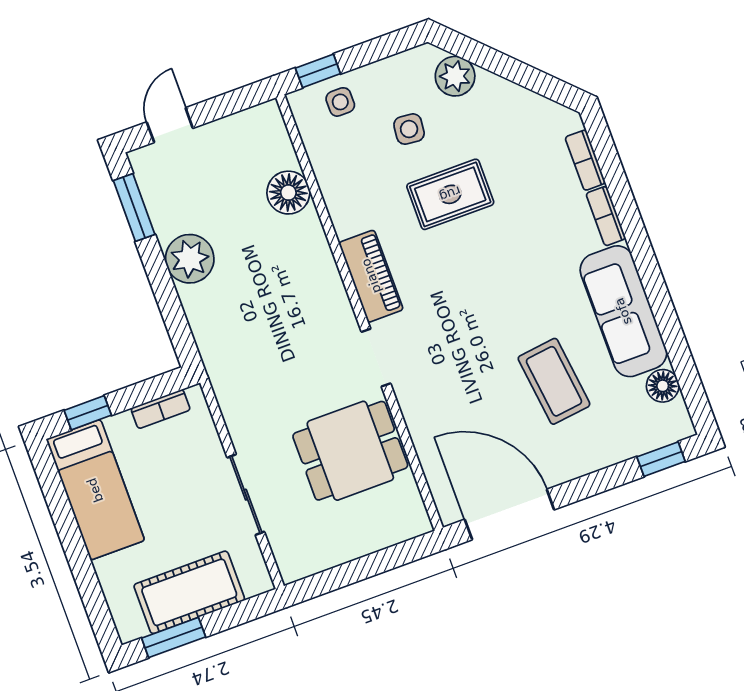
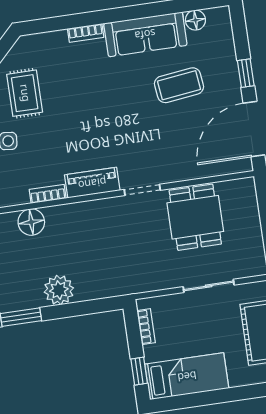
bookcase: (585, 160) -> (48, 194), moved, turned 180
rug: (450, 194) -> (25, 93), moved
window: (661, 459) -> (246, 73), moved

